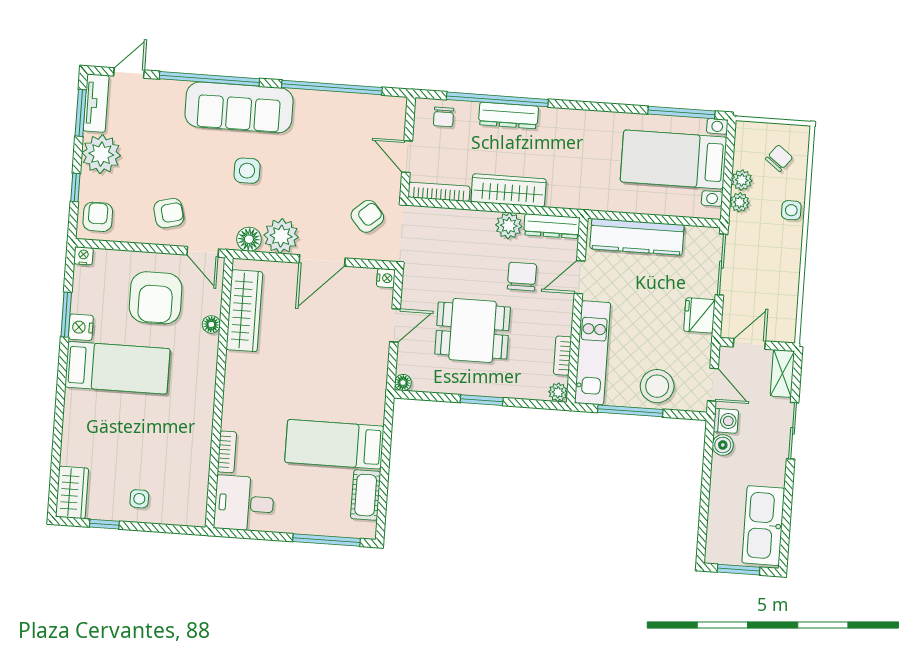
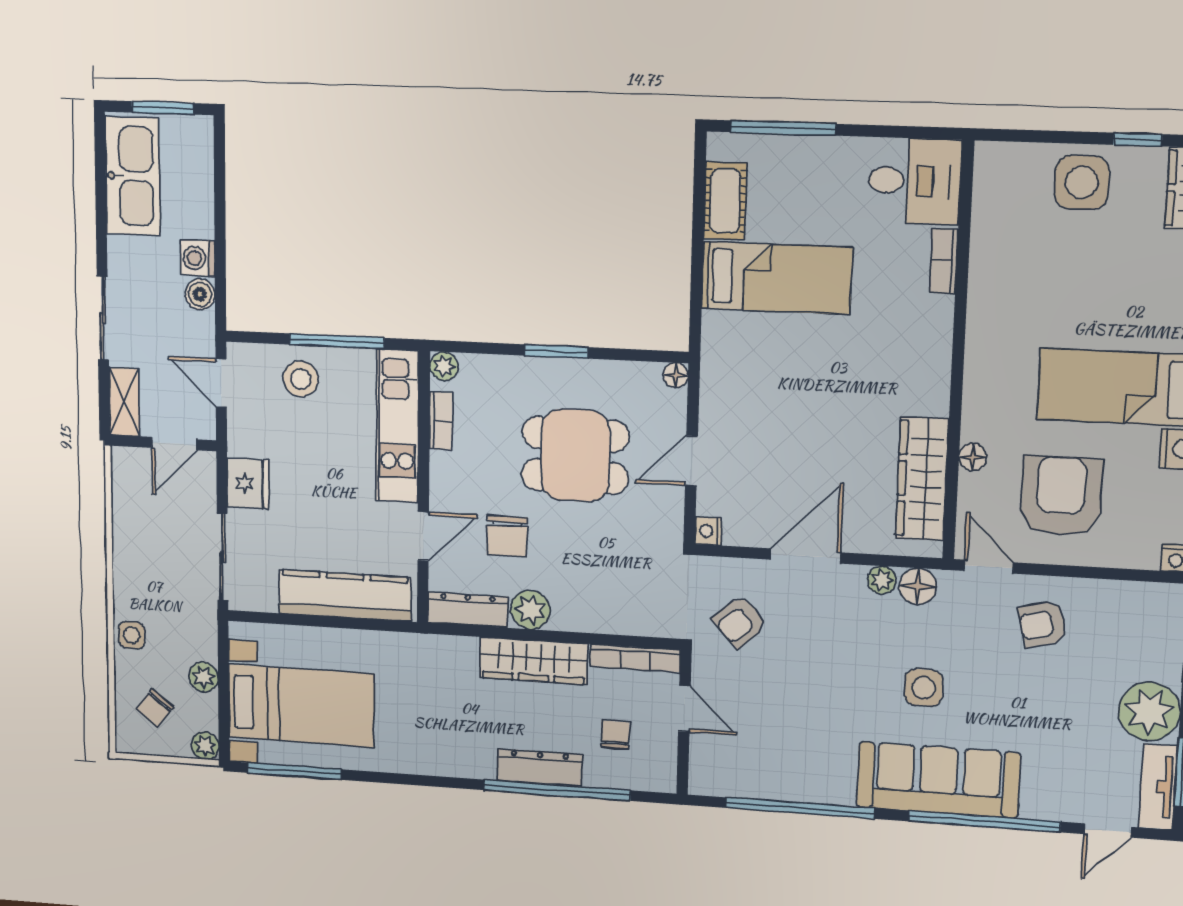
chair: (444, 117) -> (615, 735), moved
plant: (740, 202) -> (205, 746), moved
armchair: (98, 217) -> (1154, 618), removed
plant: (281, 236) -> (882, 580), width x0.53, depth x0.53
stool: (657, 386) -> (301, 379), width x0.73, depth x0.73
washing machine: (726, 421) -> (198, 258), moved
side table: (139, 499) -> (1082, 182), width x1.87, depth x1.87

